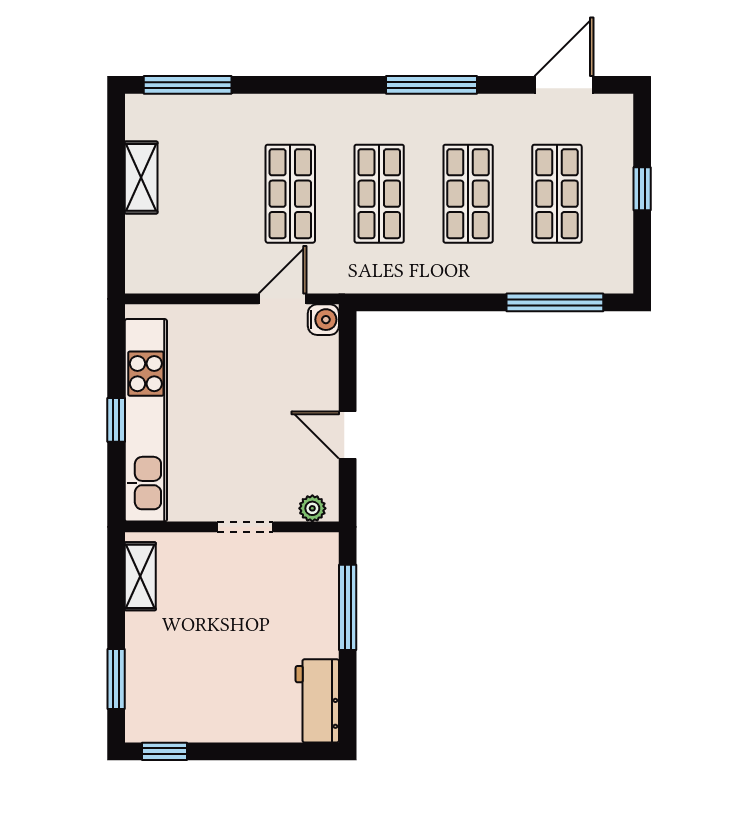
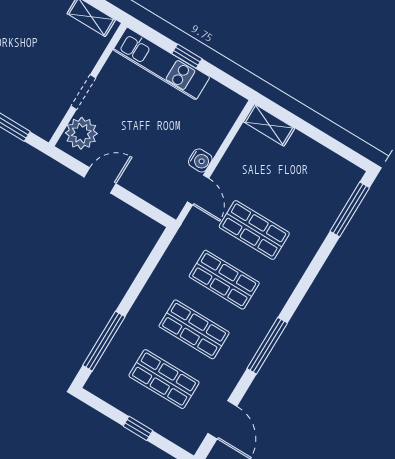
shelving: (141, 177) -> (269, 125), moved
water cooler: (323, 320) -> (200, 160), moved, turned -90
kitchen unit: (146, 420) -> (161, 63), width x0.73
plant: (312, 508) -> (81, 133), width x1.88, depth x1.88

